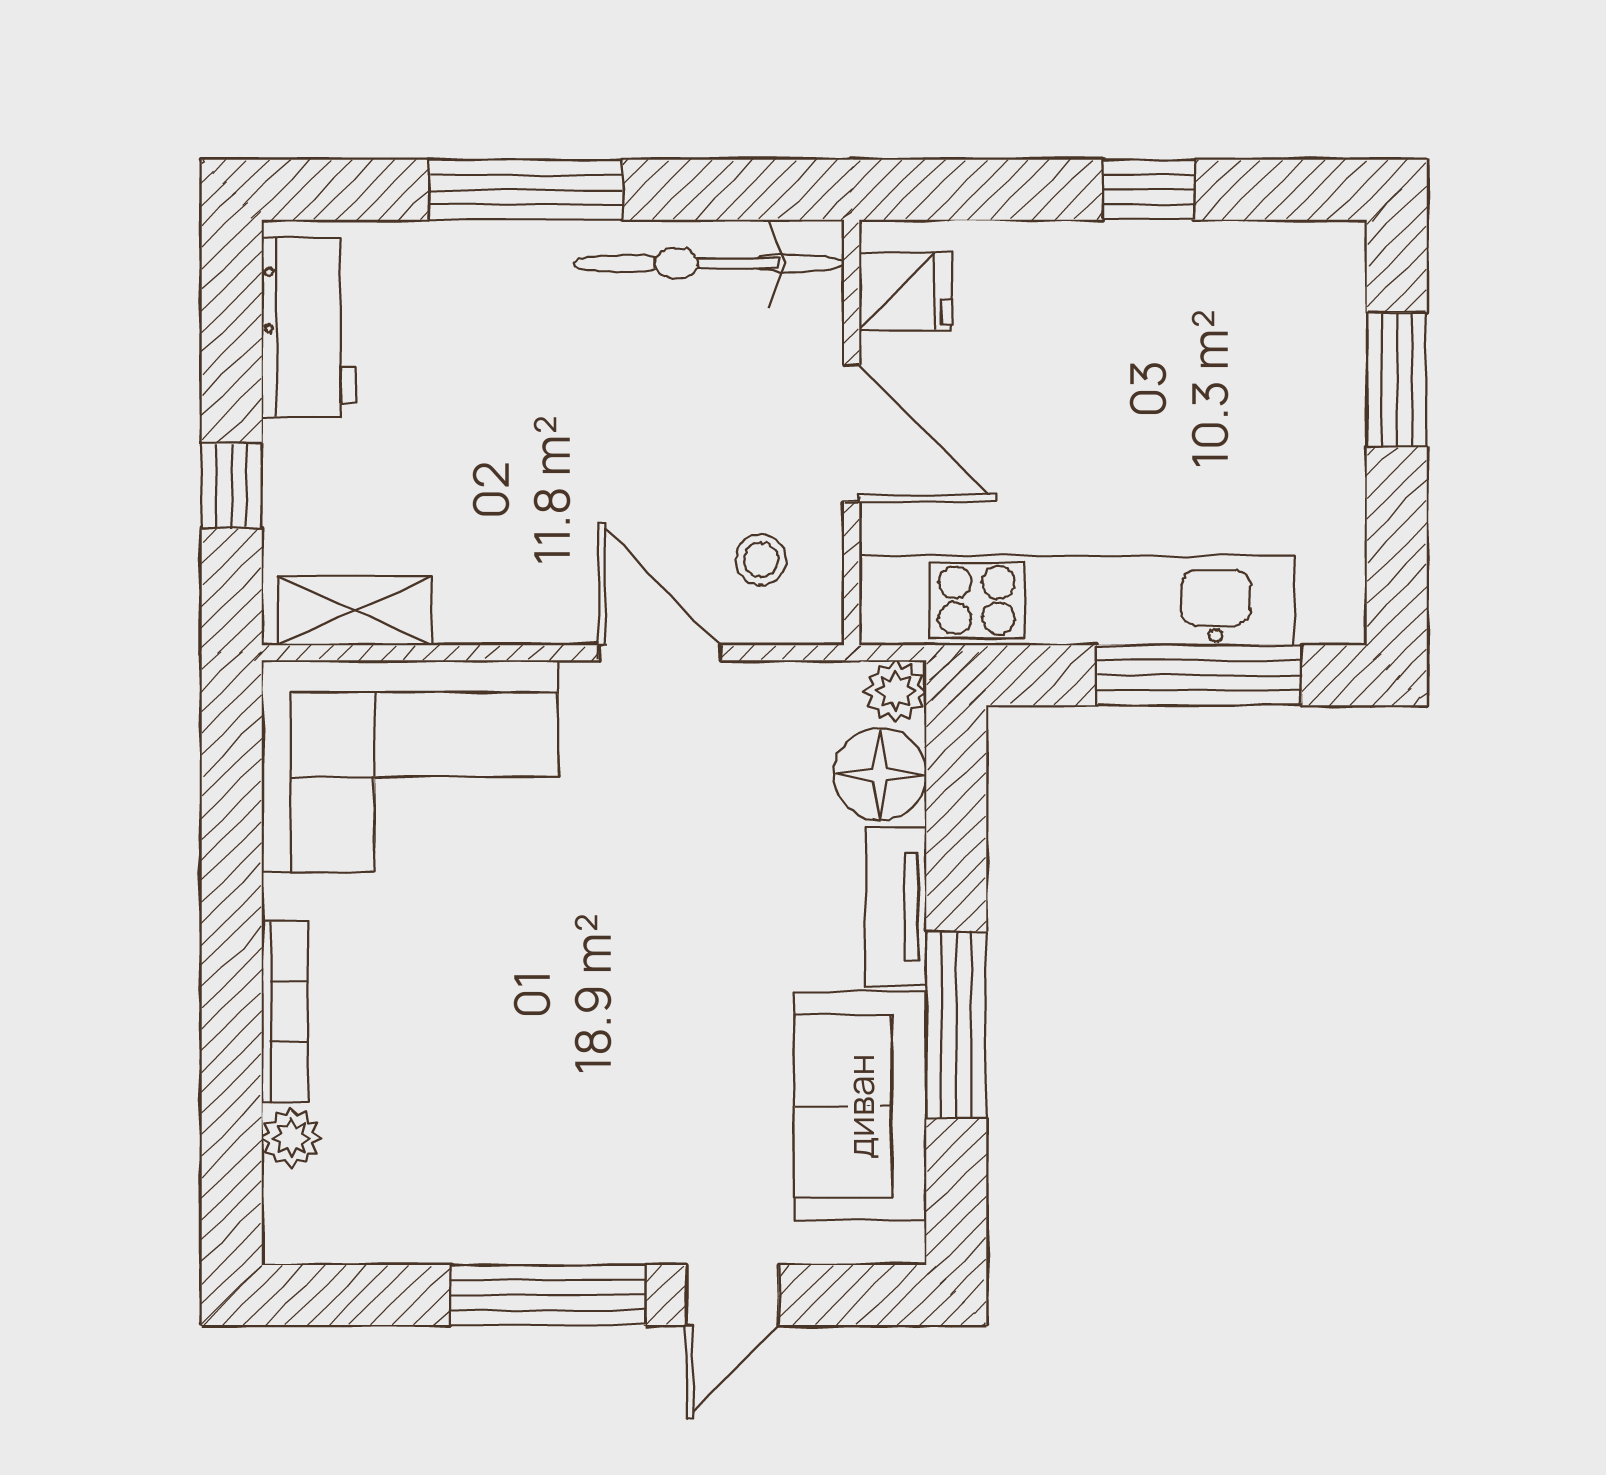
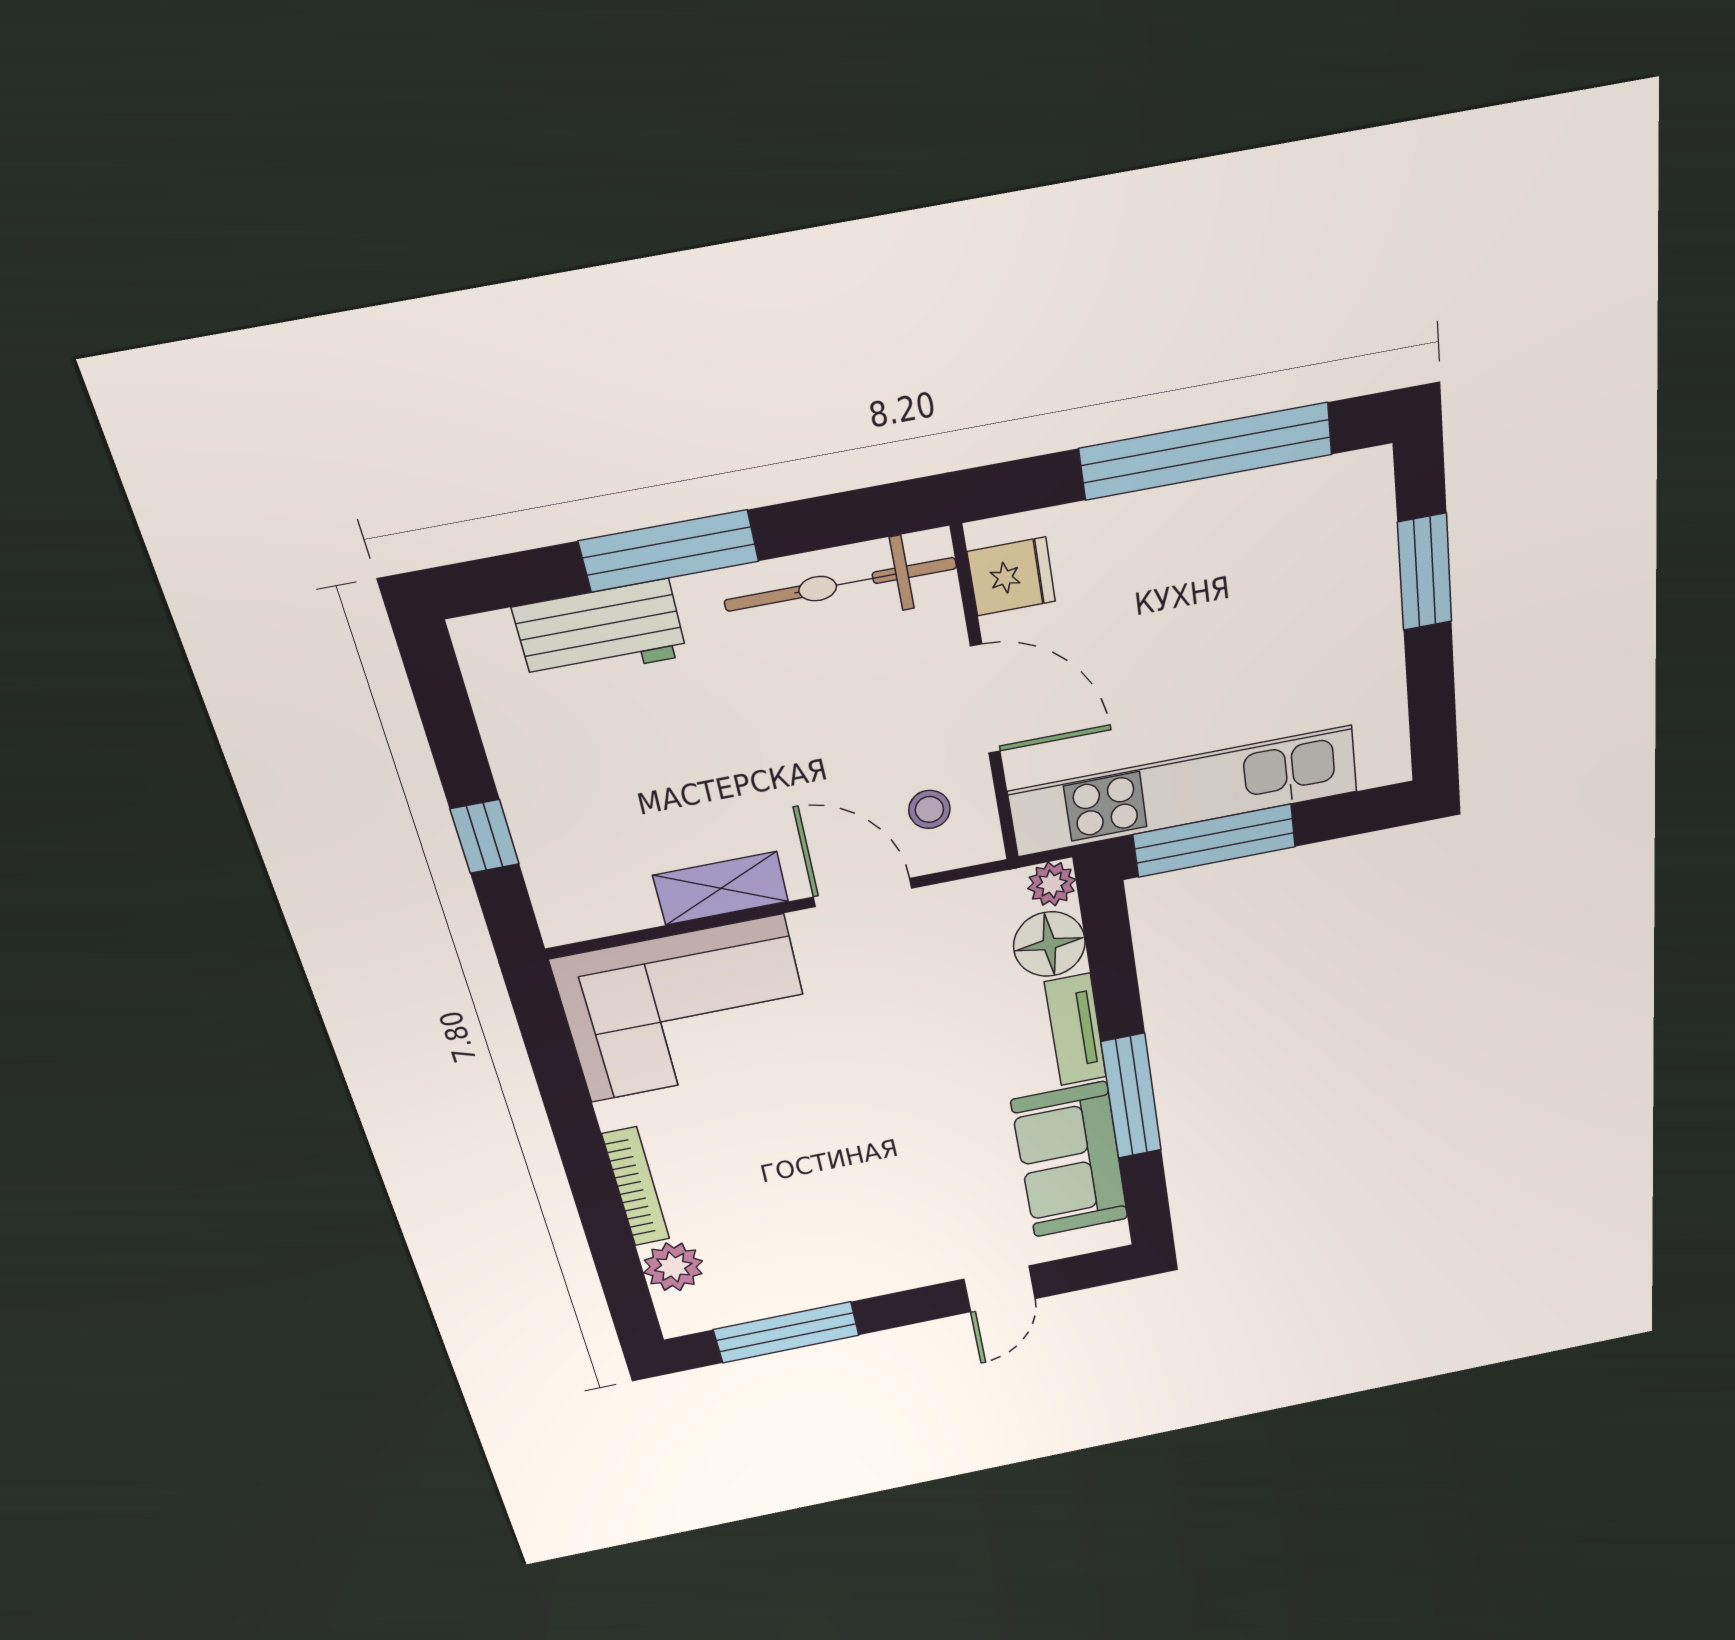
window: (1149, 190) -> (1206, 451), width x3.17
workbench: (308, 327) -> (600, 632), moved, turned 90
shelving: (355, 611) -> (721, 888), moved
window: (1199, 675) -> (1214, 841), moved
plant: (291, 1138) -> (673, 1267), width x1.38, depth x1.38
window: (548, 1295) -> (786, 1332), moved

